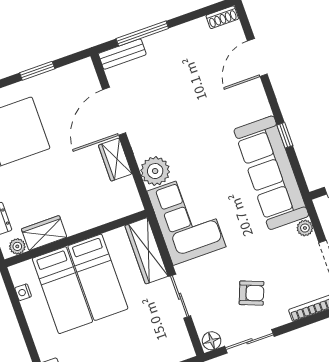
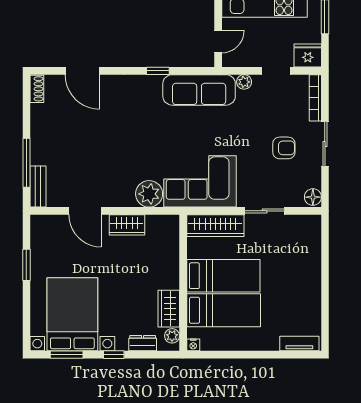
door: (114, 111) -> (85, 211), width x0.73
sofa: (271, 173) -> (199, 90), width x0.74, depth x0.79
nightstand: (23, 292) -> (193, 345), moved
armchair: (252, 293) -> (284, 148), turned 69
sliding door: (249, 341) -> (325, 144), moved

